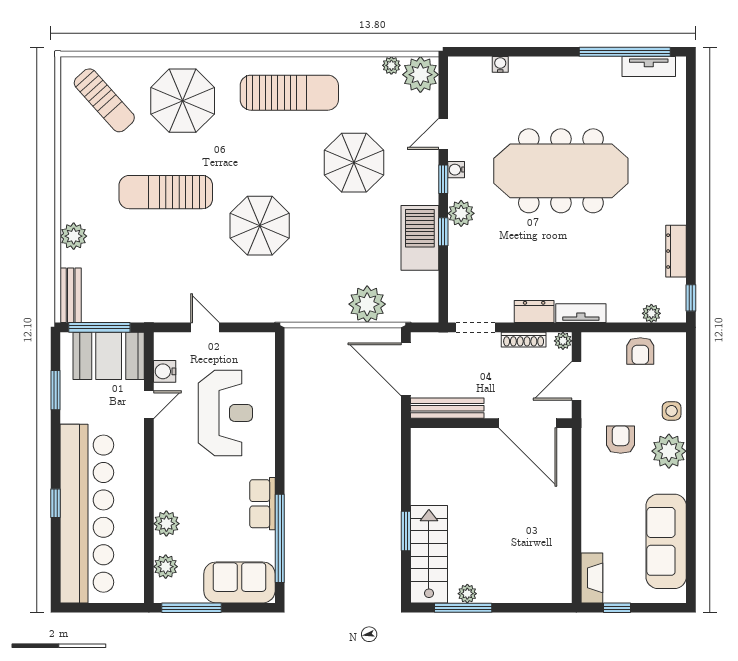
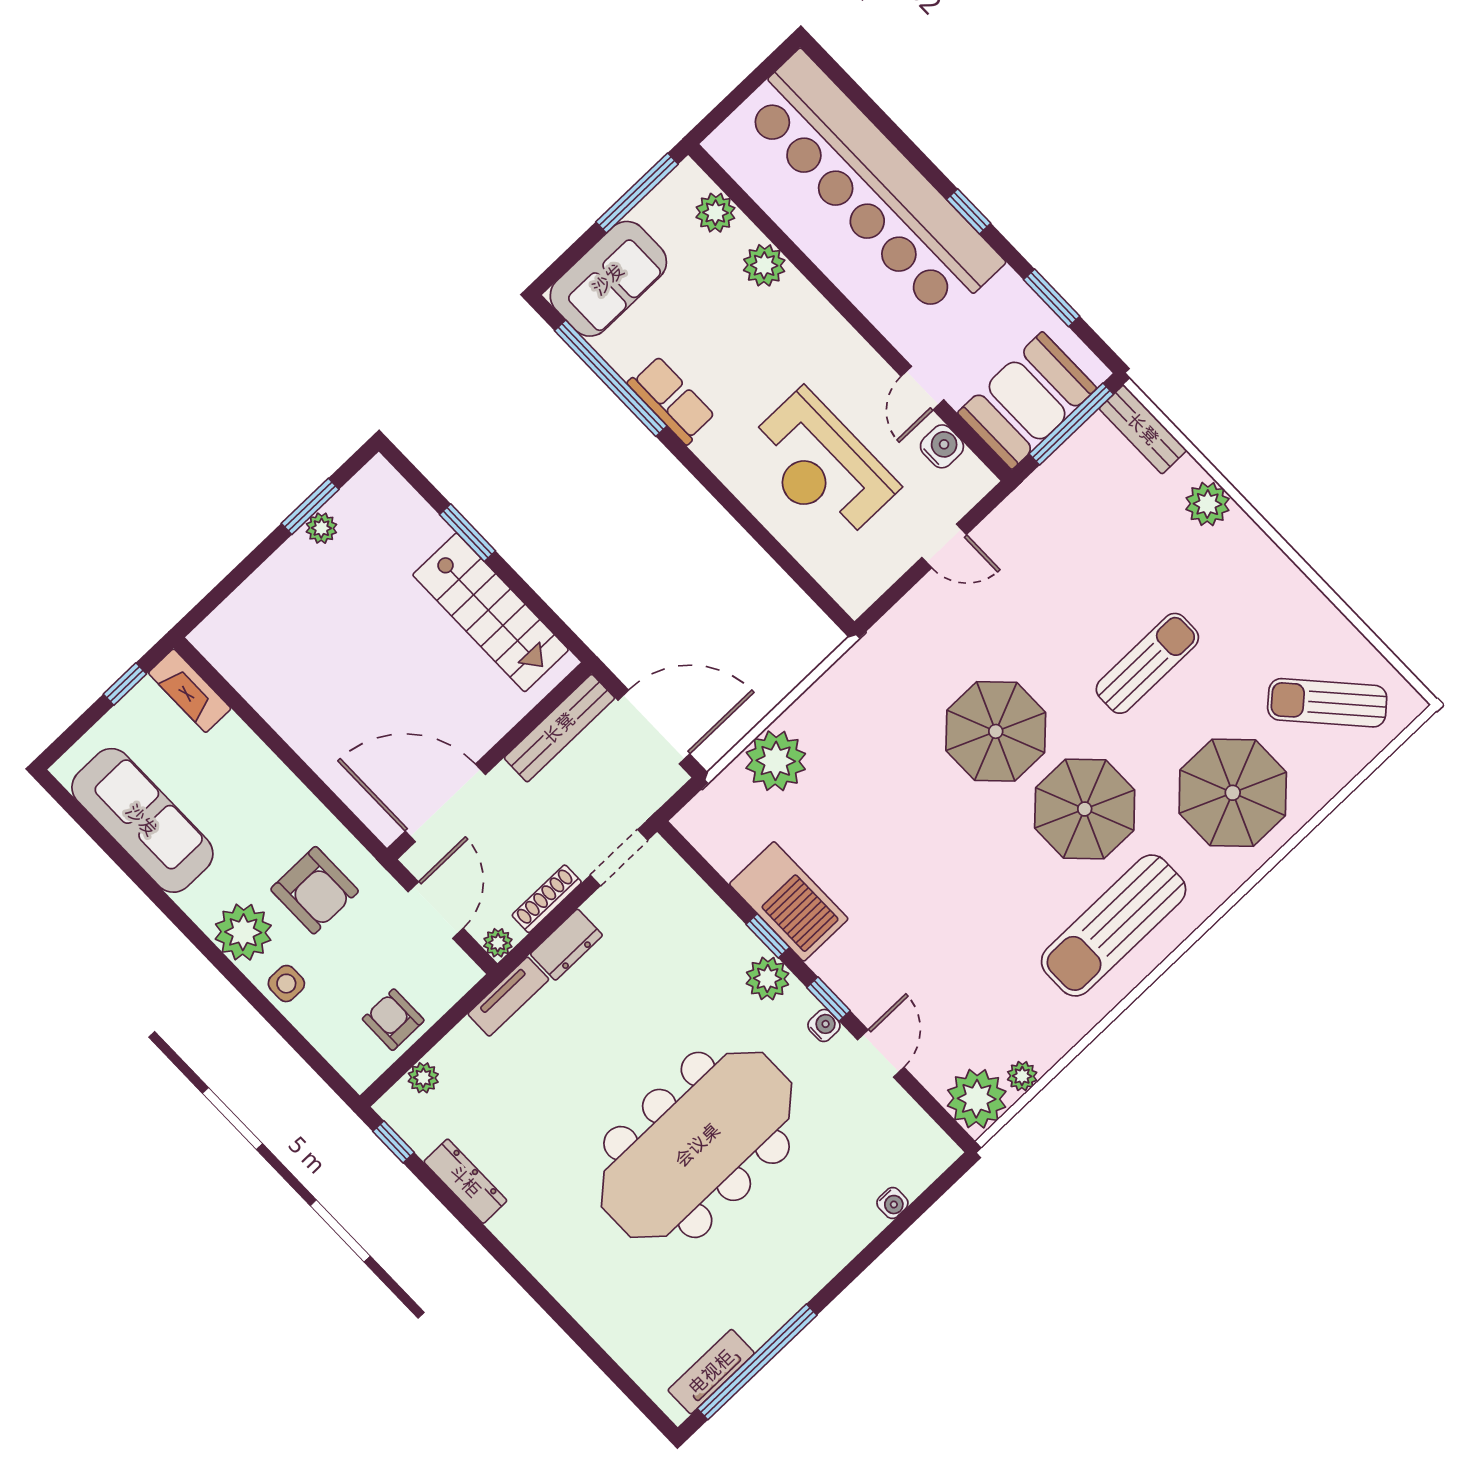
parasol: (354, 163) -> (1085, 809), moved
sun lounger: (166, 192) -> (1147, 663), width x0.73, depth x0.75
armchair: (621, 440) -> (315, 890), width x1.38, depth x1.38
window: (55, 503) -> (969, 211), moved
stairs: (429, 554) -> (491, 612), moved
window: (463, 608) -> (310, 506), width x0.69

